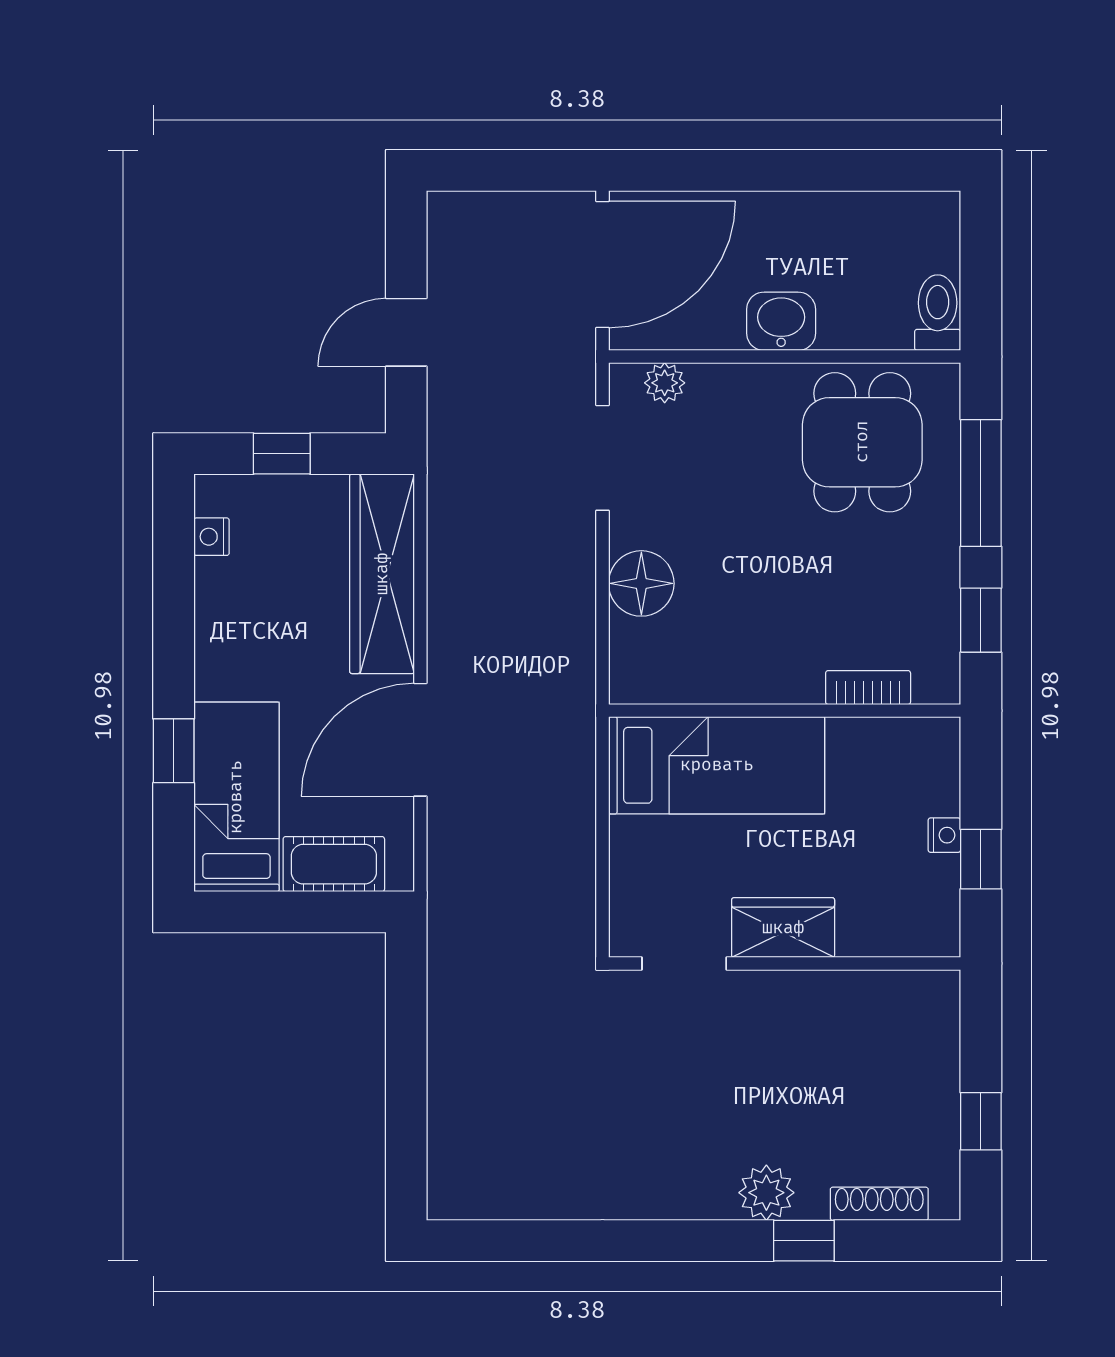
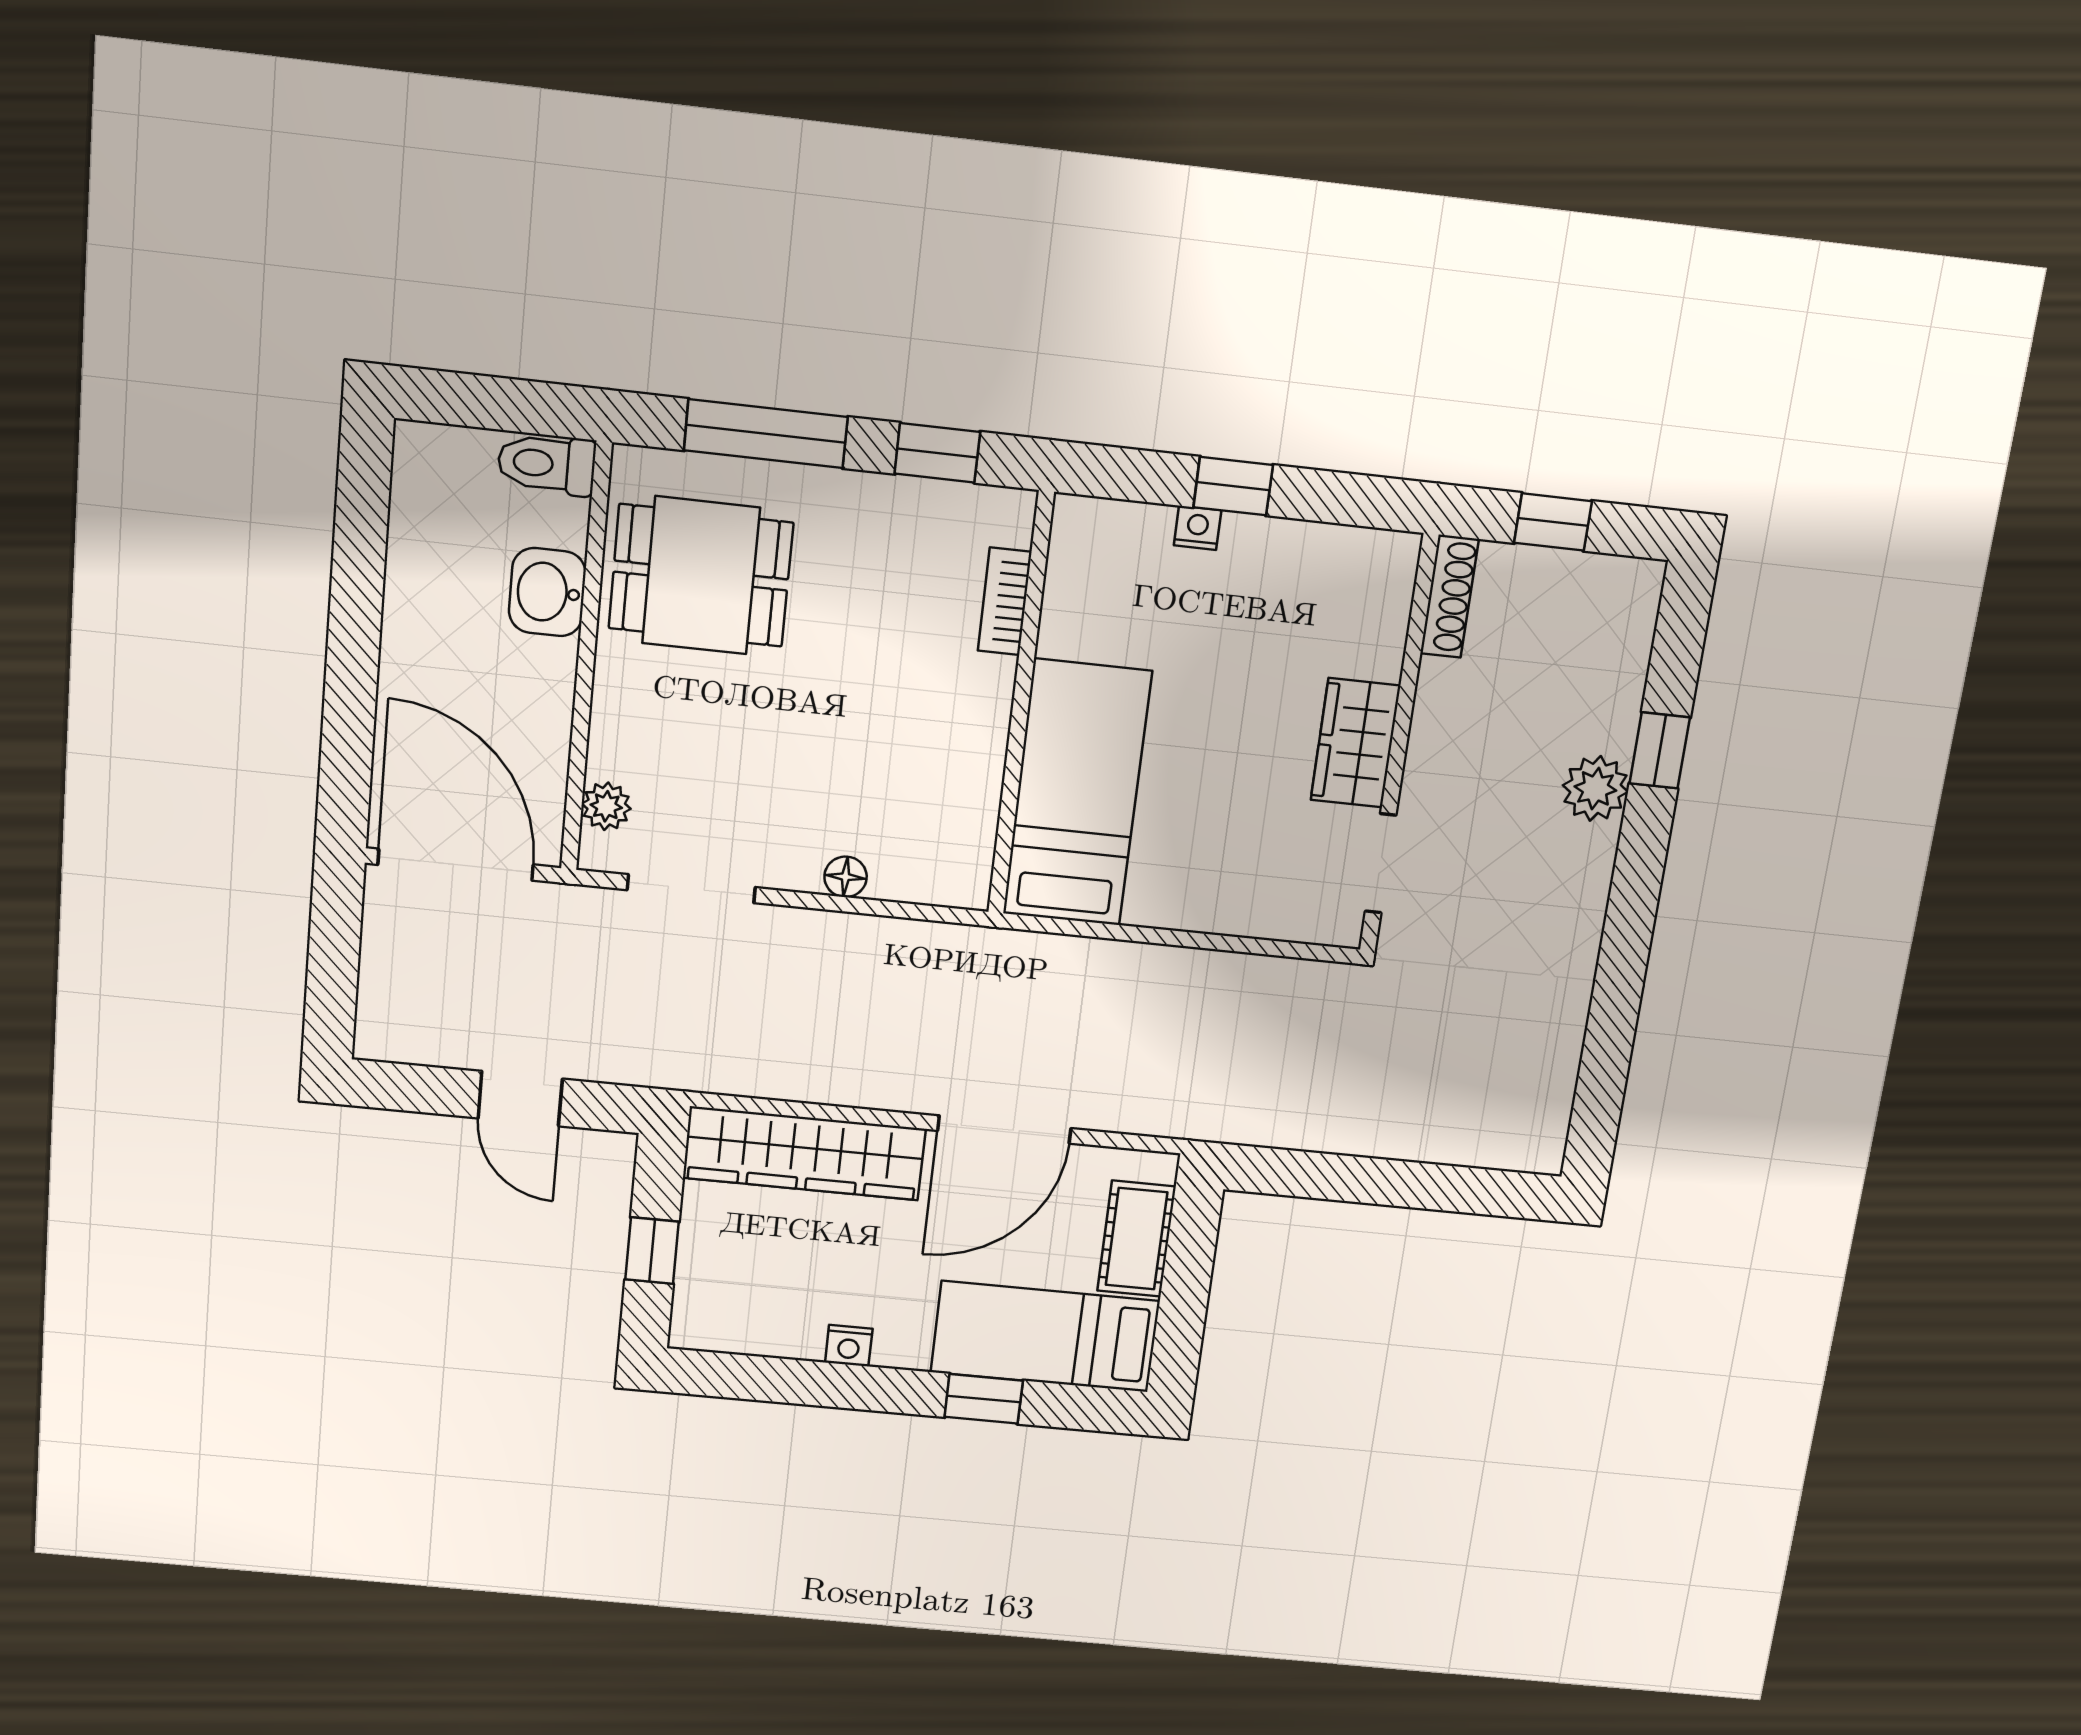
washbasin: (781, 321) -> (547, 592), moved
nightstand: (212, 537) -> (849, 1346), moved
floor lamp: (641, 583) -> (846, 877), width x0.53, depth x0.53
door: (420, 740) -> (1004, 1129), hinge flipped
wardrobe: (783, 928) -> (1355, 743), moved
doorway: (684, 963) -> (1381, 863), moved
wall: (785, 963) -> (1399, 746), moved
shoe rack: (879, 1204) -> (1449, 596), moved, turned 180

